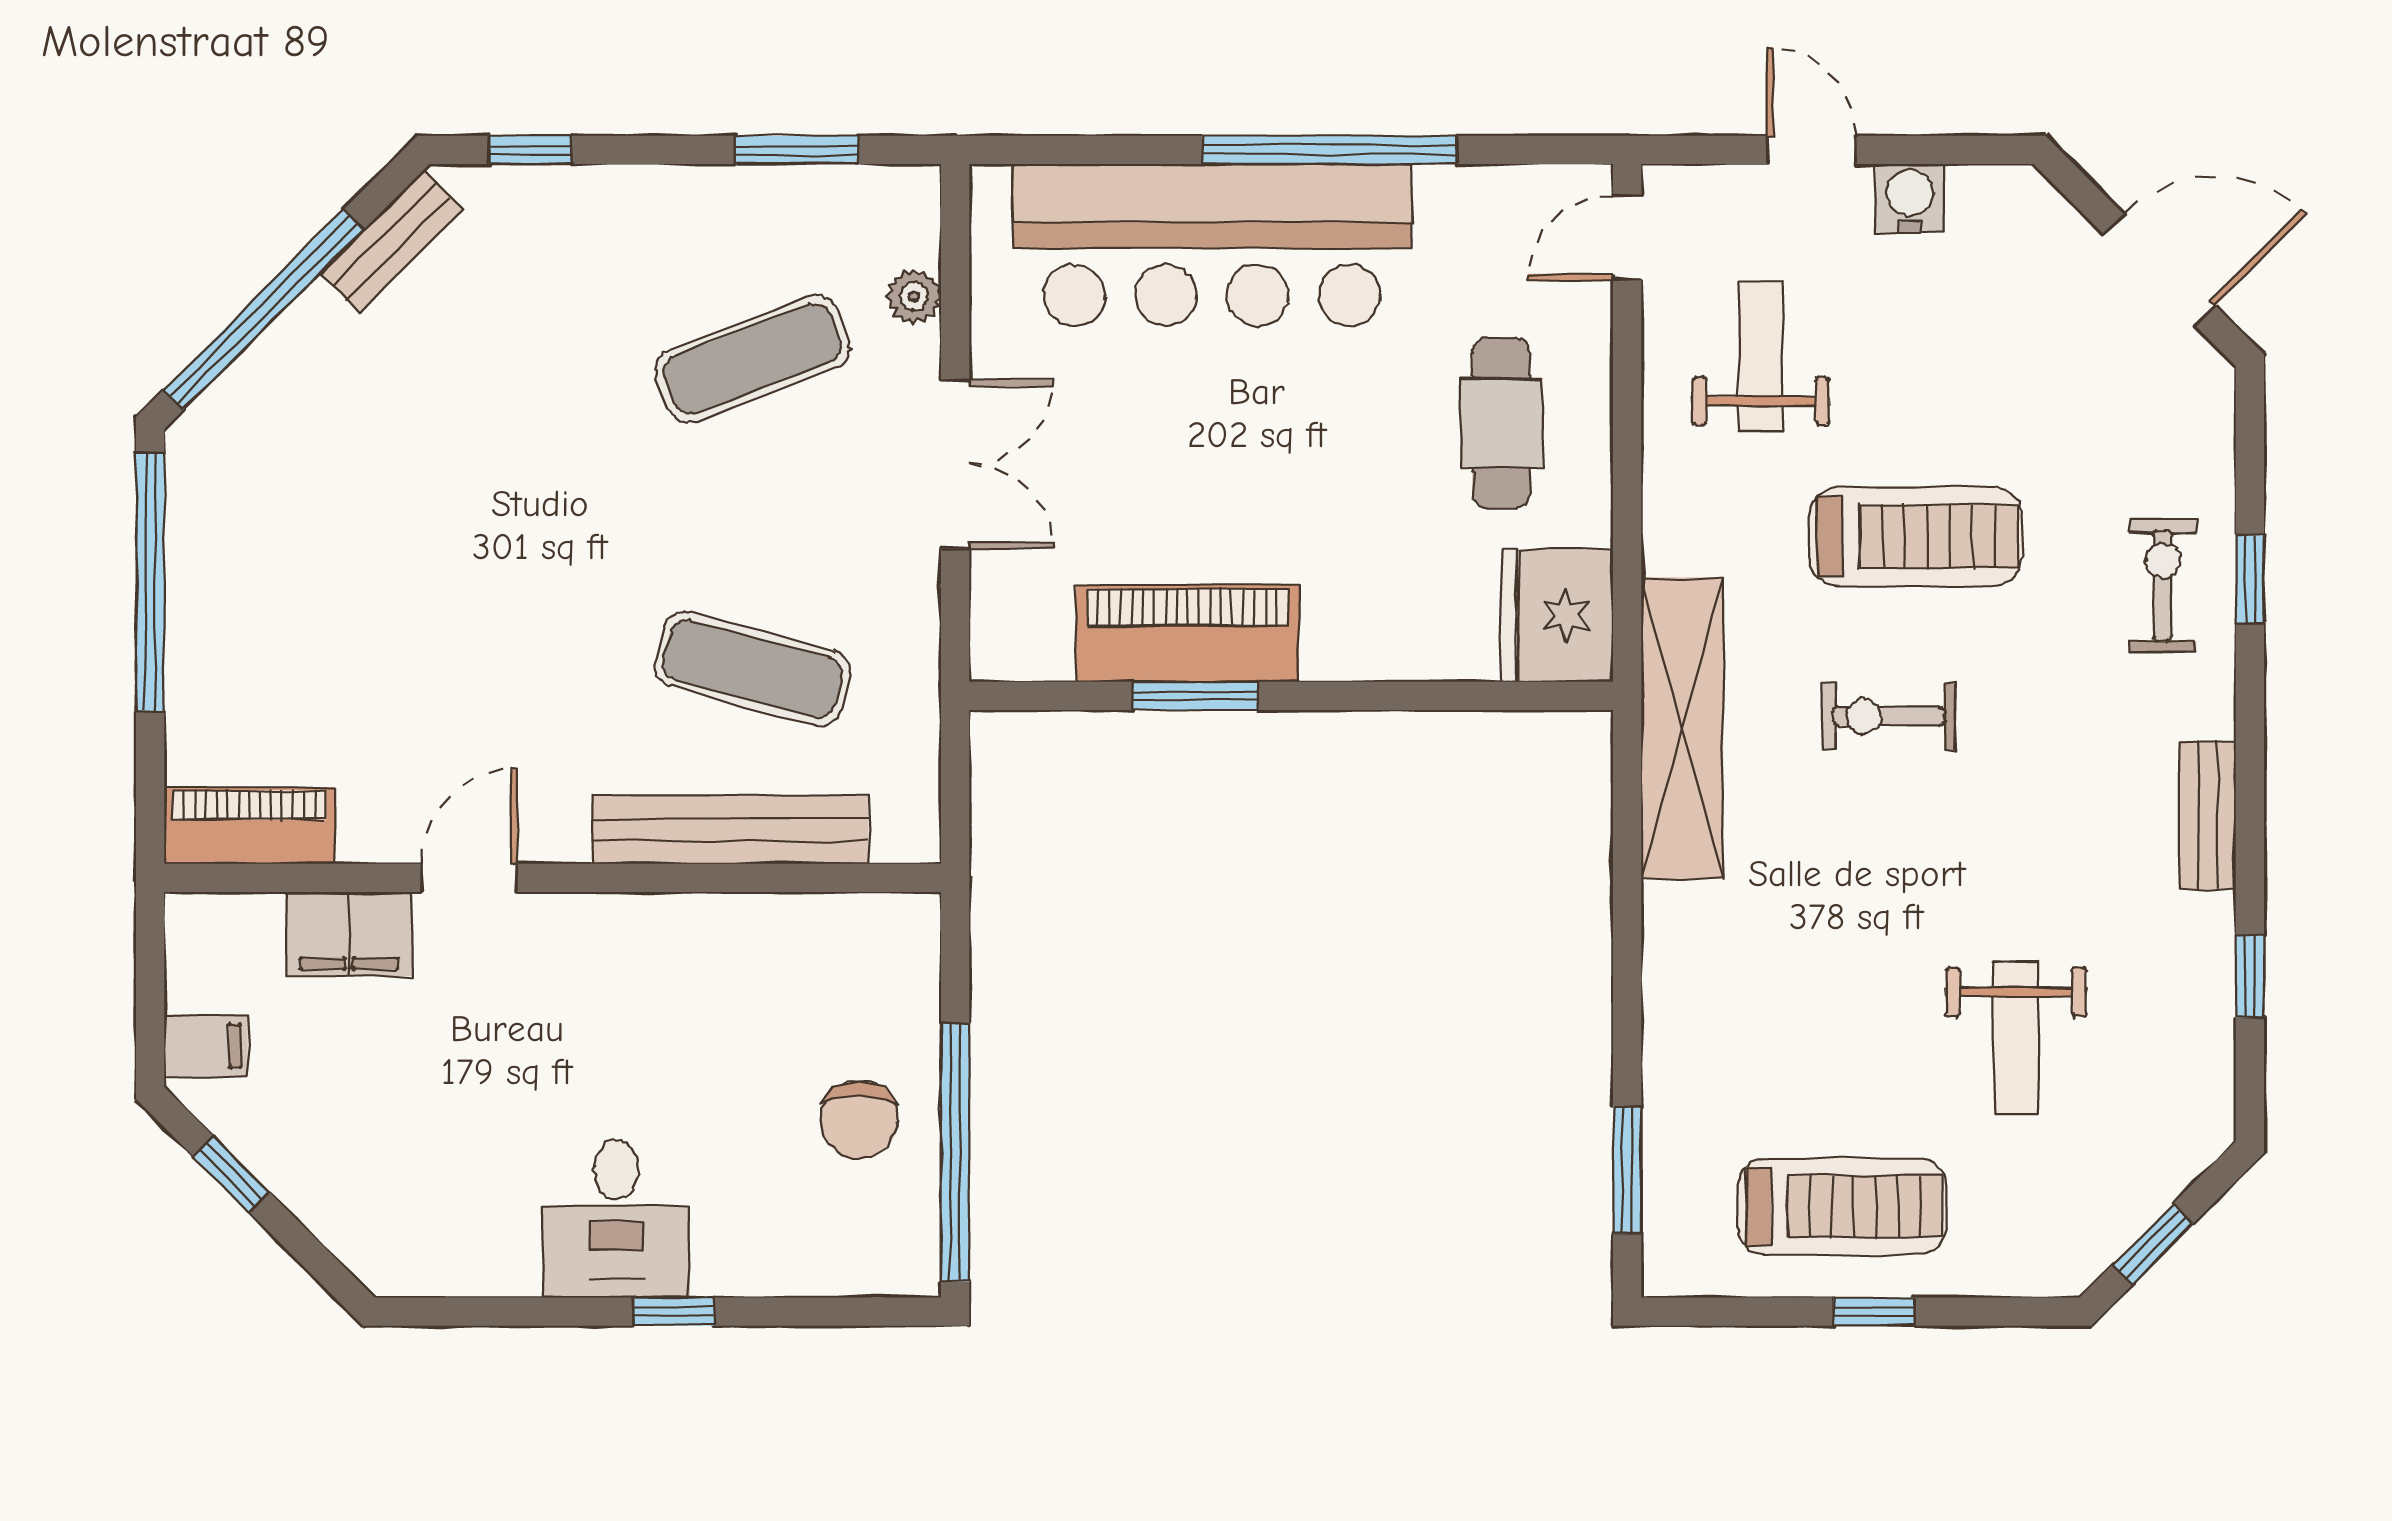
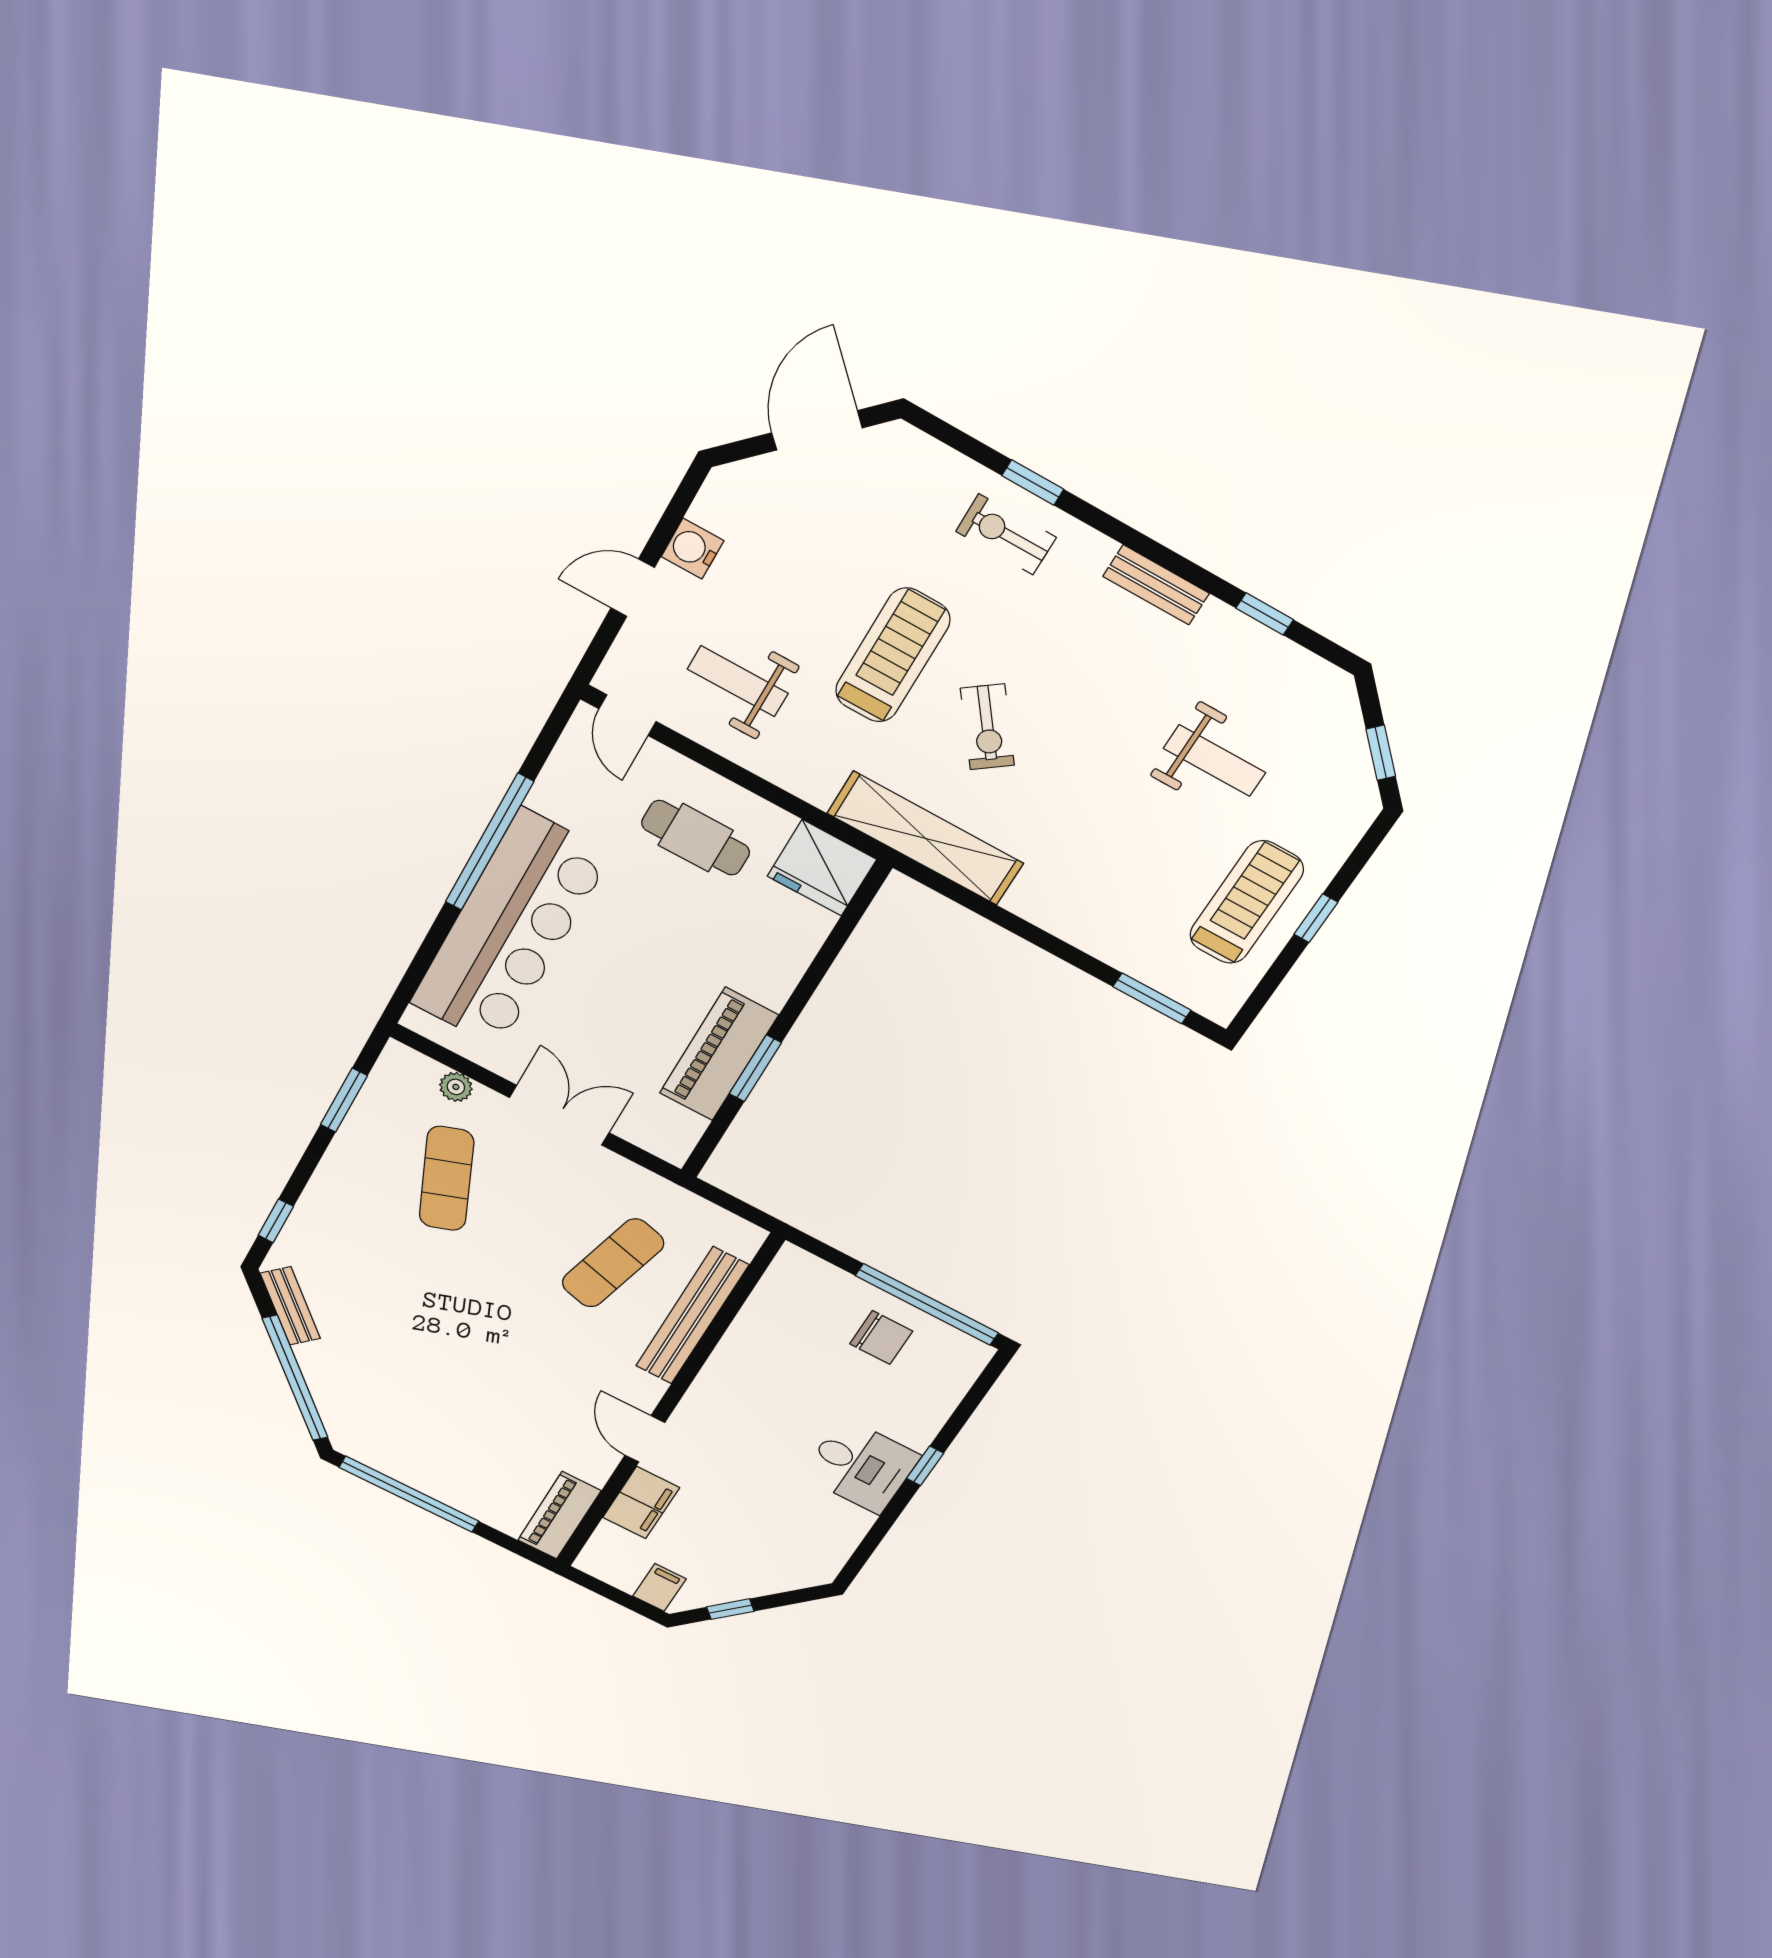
exercise bike: (1889, 716) -> (987, 727), turned -37

